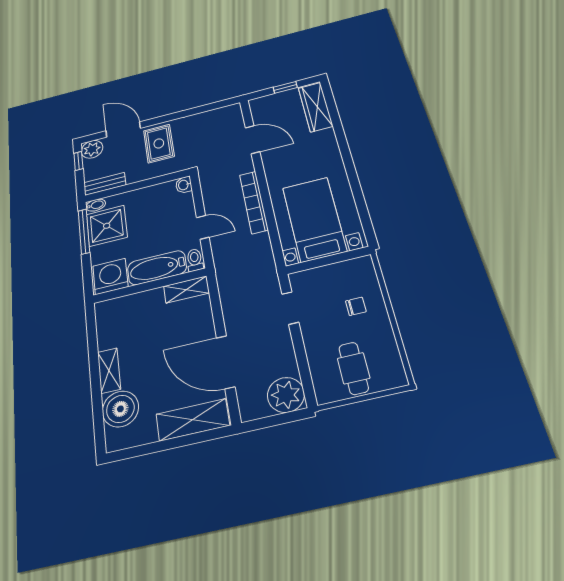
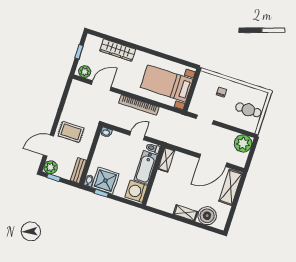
wardrobe: (316, 107) -> (118, 50), moved
plant: (260, 109) -> (85, 72), added
window: (84, 231) -> (101, 193), width x0.46

